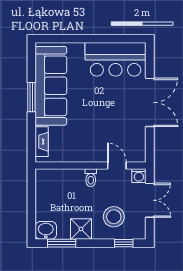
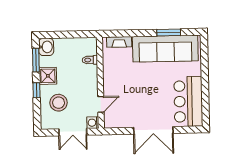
window: (31, 97) -> (169, 32), moved
toilet: (91, 178) -> (90, 60), moved
window: (124, 243) -> (37, 90), moved

